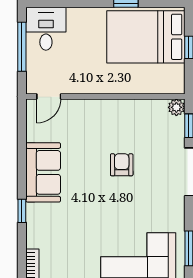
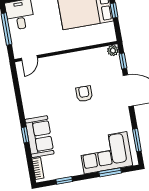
sofa: (43, 172) -> (39, 137), moved

